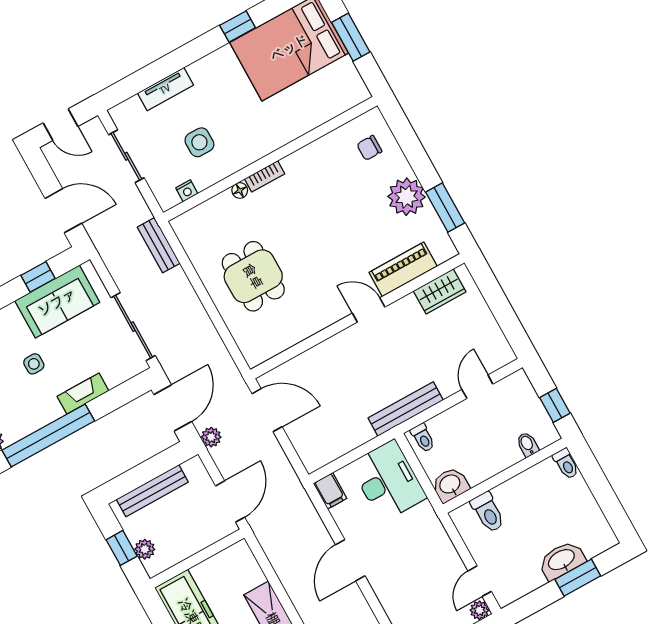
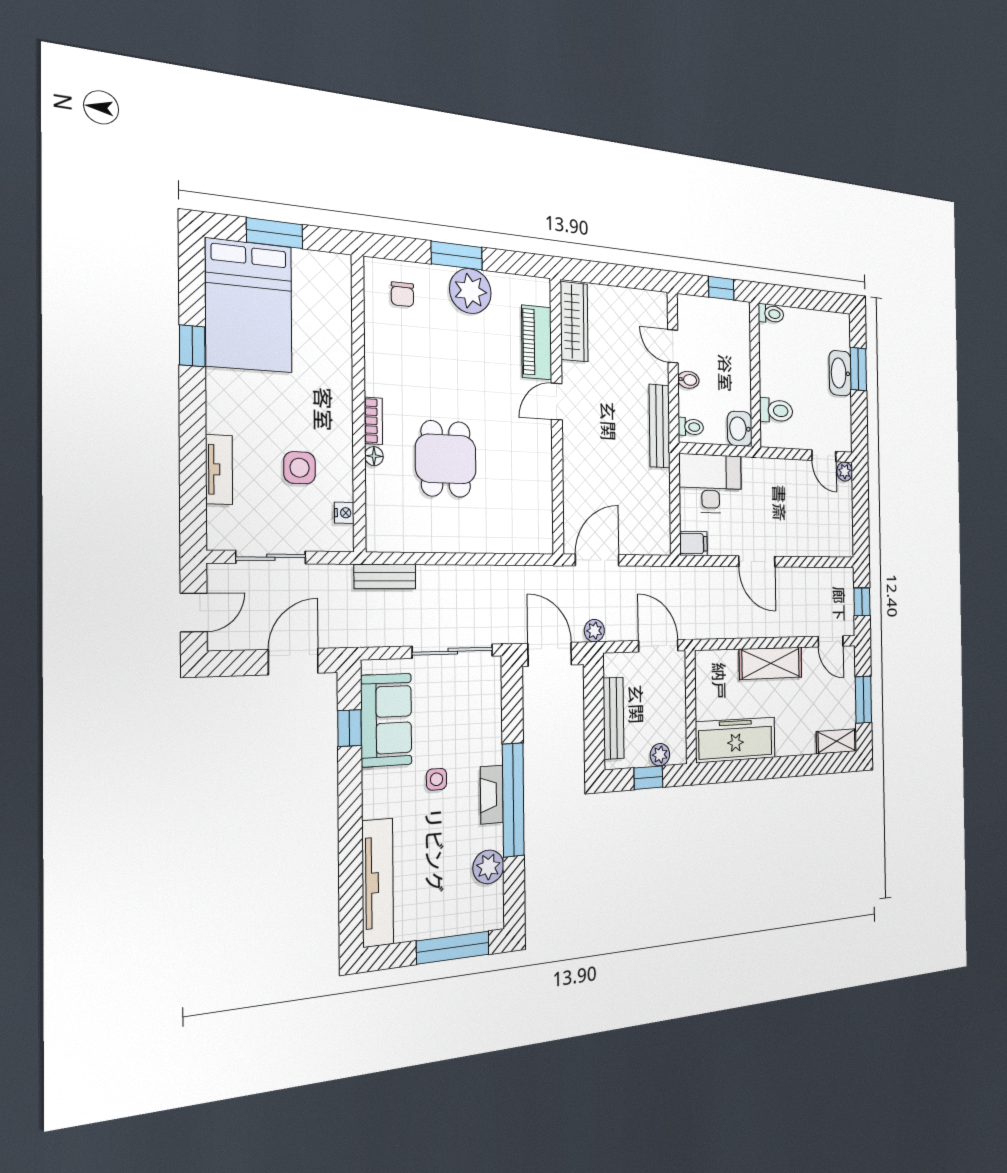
window: (445, 208) -> (457, 256), moved
dining table: (253, 276) -> (446, 459), moved, turned 90
wardrobe: (440, 291) -> (574, 322), width x1.50
fireplace: (83, 394) -> (492, 795), moved
bidet: (527, 444) -> (688, 380), moved, turned 180

